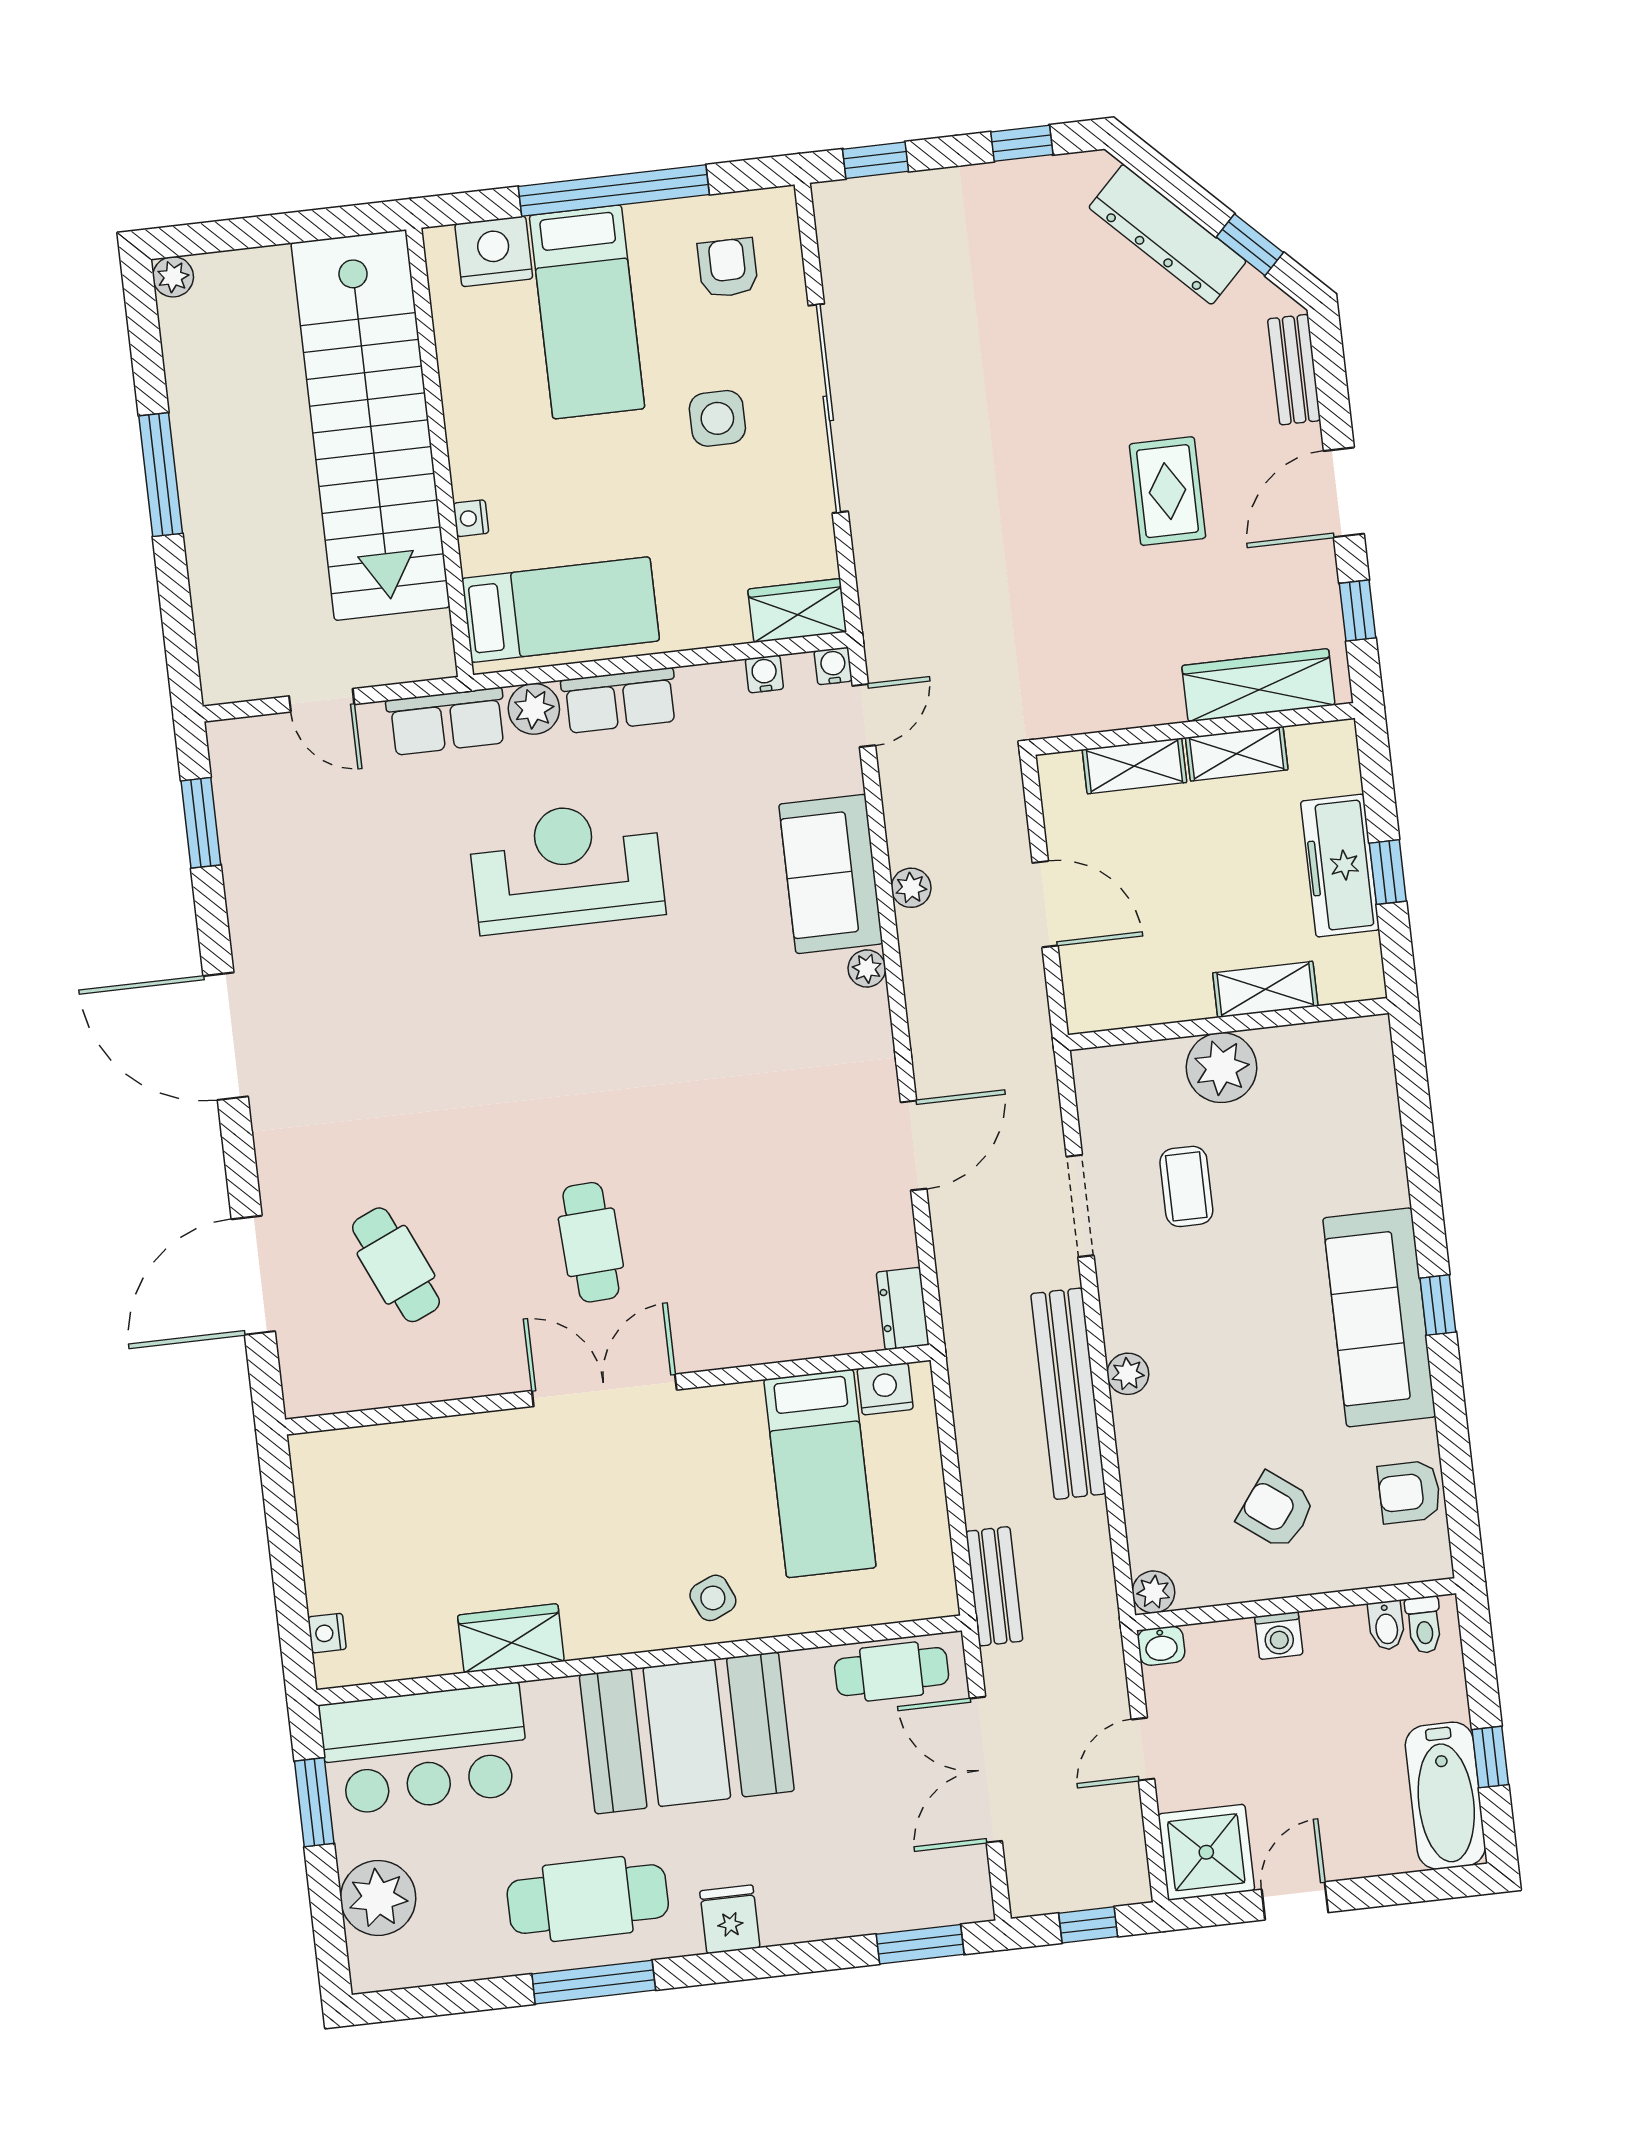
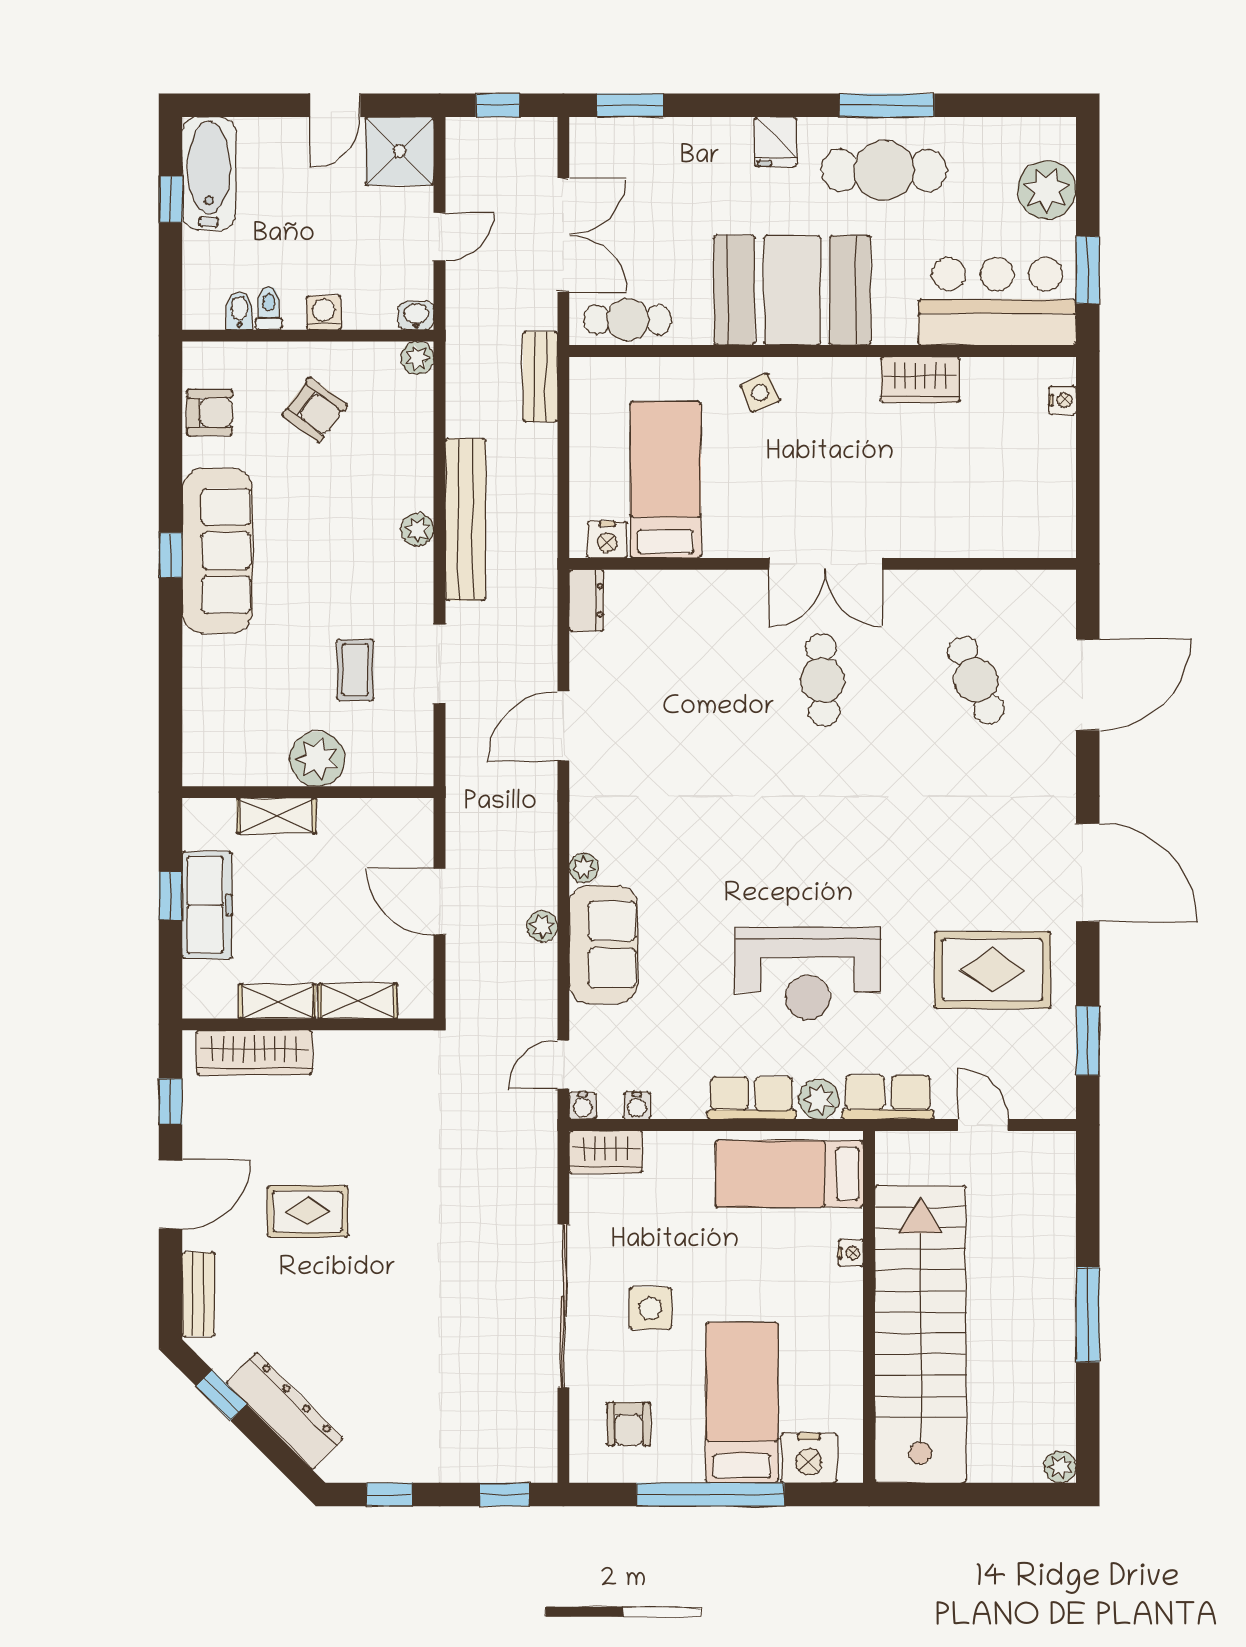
rug: (1168, 491) -> (307, 1211), turned 90
rug: (332, 899) -> (992, 970), added
toilet: (1424, 1625) -> (269, 308), moved

